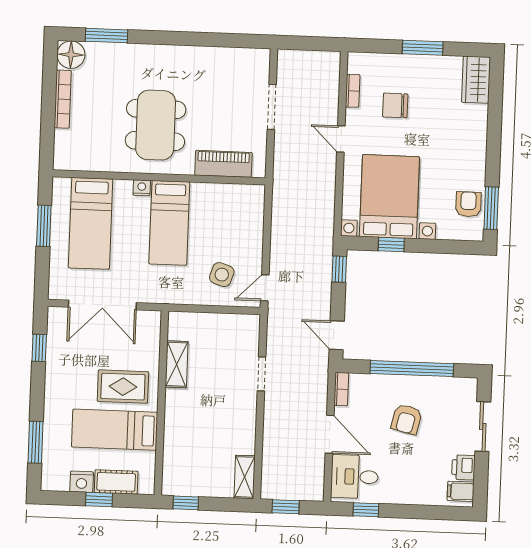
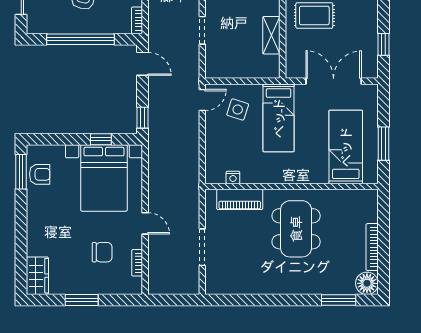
nightstand: (142, 188) -> (233, 177), moved
armchair: (468, 204) -> (40, 174), turned -90
bed: (169, 223) -> (279, 118), moved, turned 180

